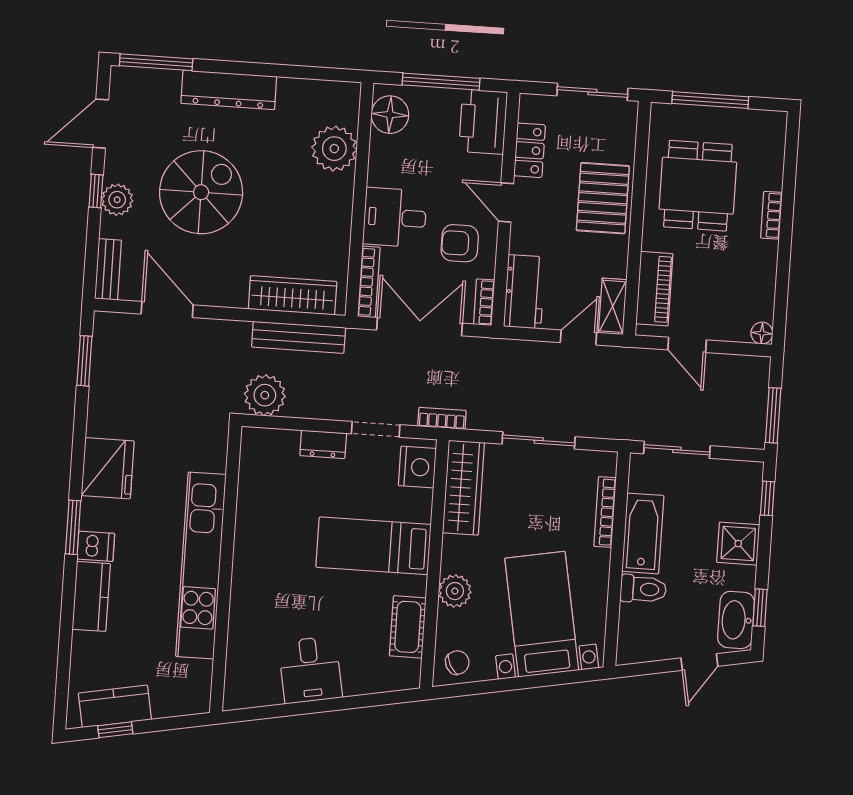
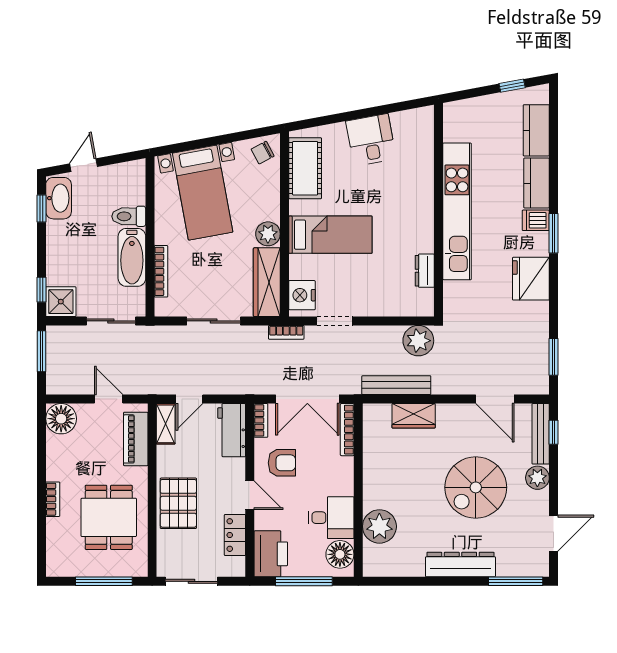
window: (96, 191) -> (553, 432), moved
desk: (395, 217) -> (331, 518), moved
bench: (108, 269) -> (541, 434), width x1.36
wardrobe: (293, 295) -> (414, 416), width x0.67
floor lamp: (762, 333) -> (61, 419), width x1.89, depth x1.89
dresser: (323, 444) -> (425, 271), moved, turned -90
shower: (738, 544) -> (61, 302), moved
plant: (455, 591) -> (268, 234), moved
cot: (408, 627) -> (305, 168), width x1.37, depth x1.34
kitchen counter: (115, 706) -> (536, 130), moved, turned 101

